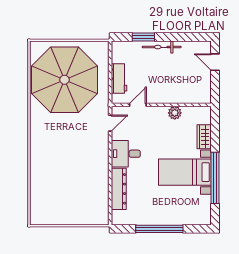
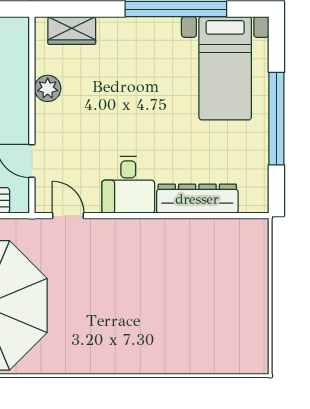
wardrobe: (204, 137) -> (72, 30), moved
bed with nightstands: (185, 172) -> (225, 68), moved

